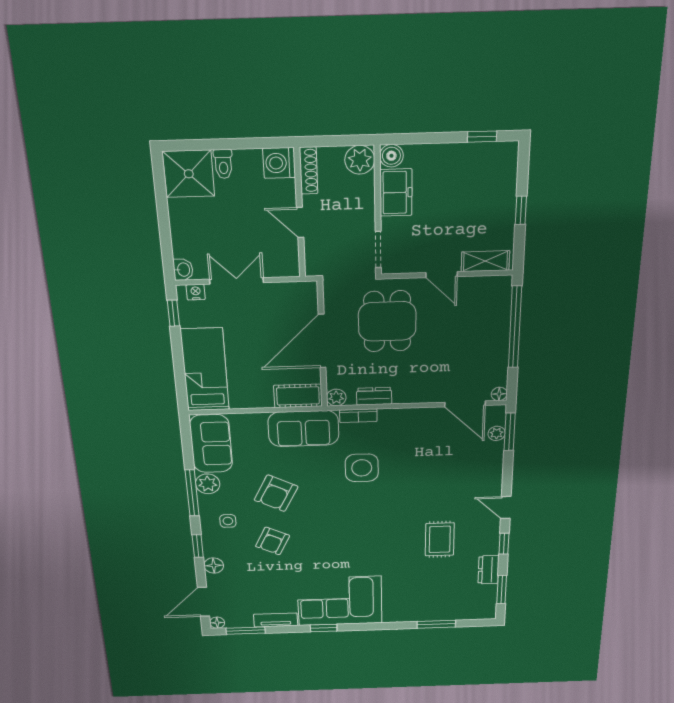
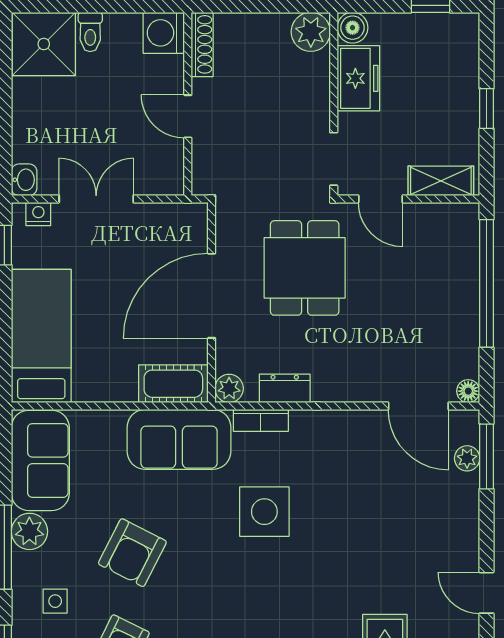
boiler: (391, 156) -> (352, 28), moved
plant: (360, 160) -> (311, 32), moved
freezer: (396, 193) -> (358, 78), moved
wall: (378, 211) -> (334, 104), moved
doorway: (378, 250) -> (334, 159), moved

